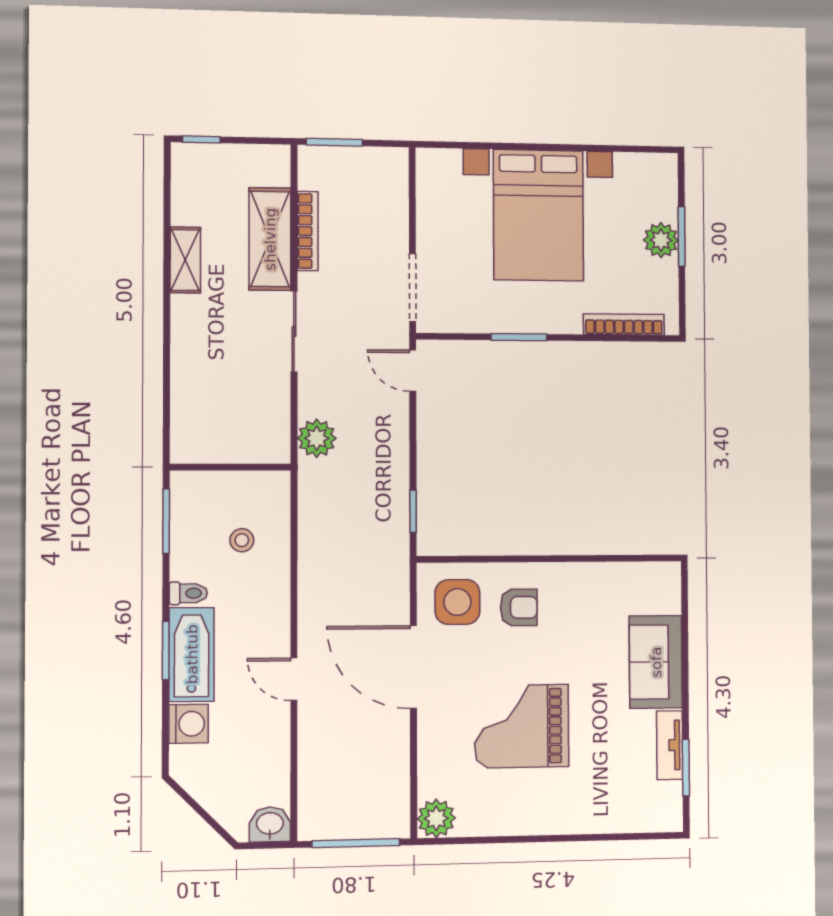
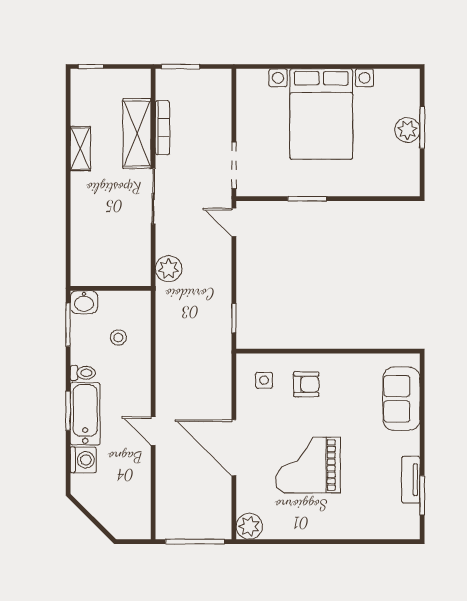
bookcase: (624, 324) -> (381, 189), removed
side table: (457, 602) -> (264, 380), width x0.54, depth x0.54
sofa: (656, 662) -> (402, 399), moved
door: (413, 667) -> (234, 448), moved
washbasin: (270, 824) -> (84, 302), moved, turned 180

